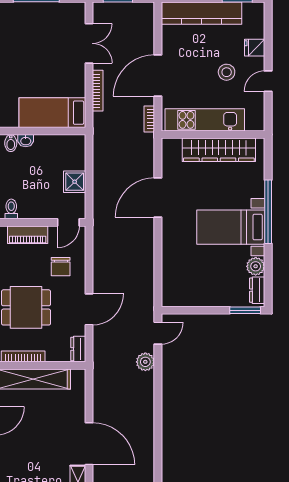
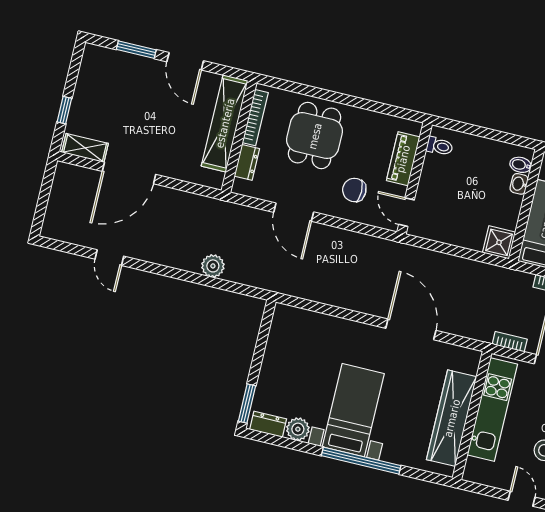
shower: (75, 182) -> (499, 242), moved
door: (158, 333) -> (109, 258), moved
dresser: (78, 349) -> (247, 162), moved, turned 90

